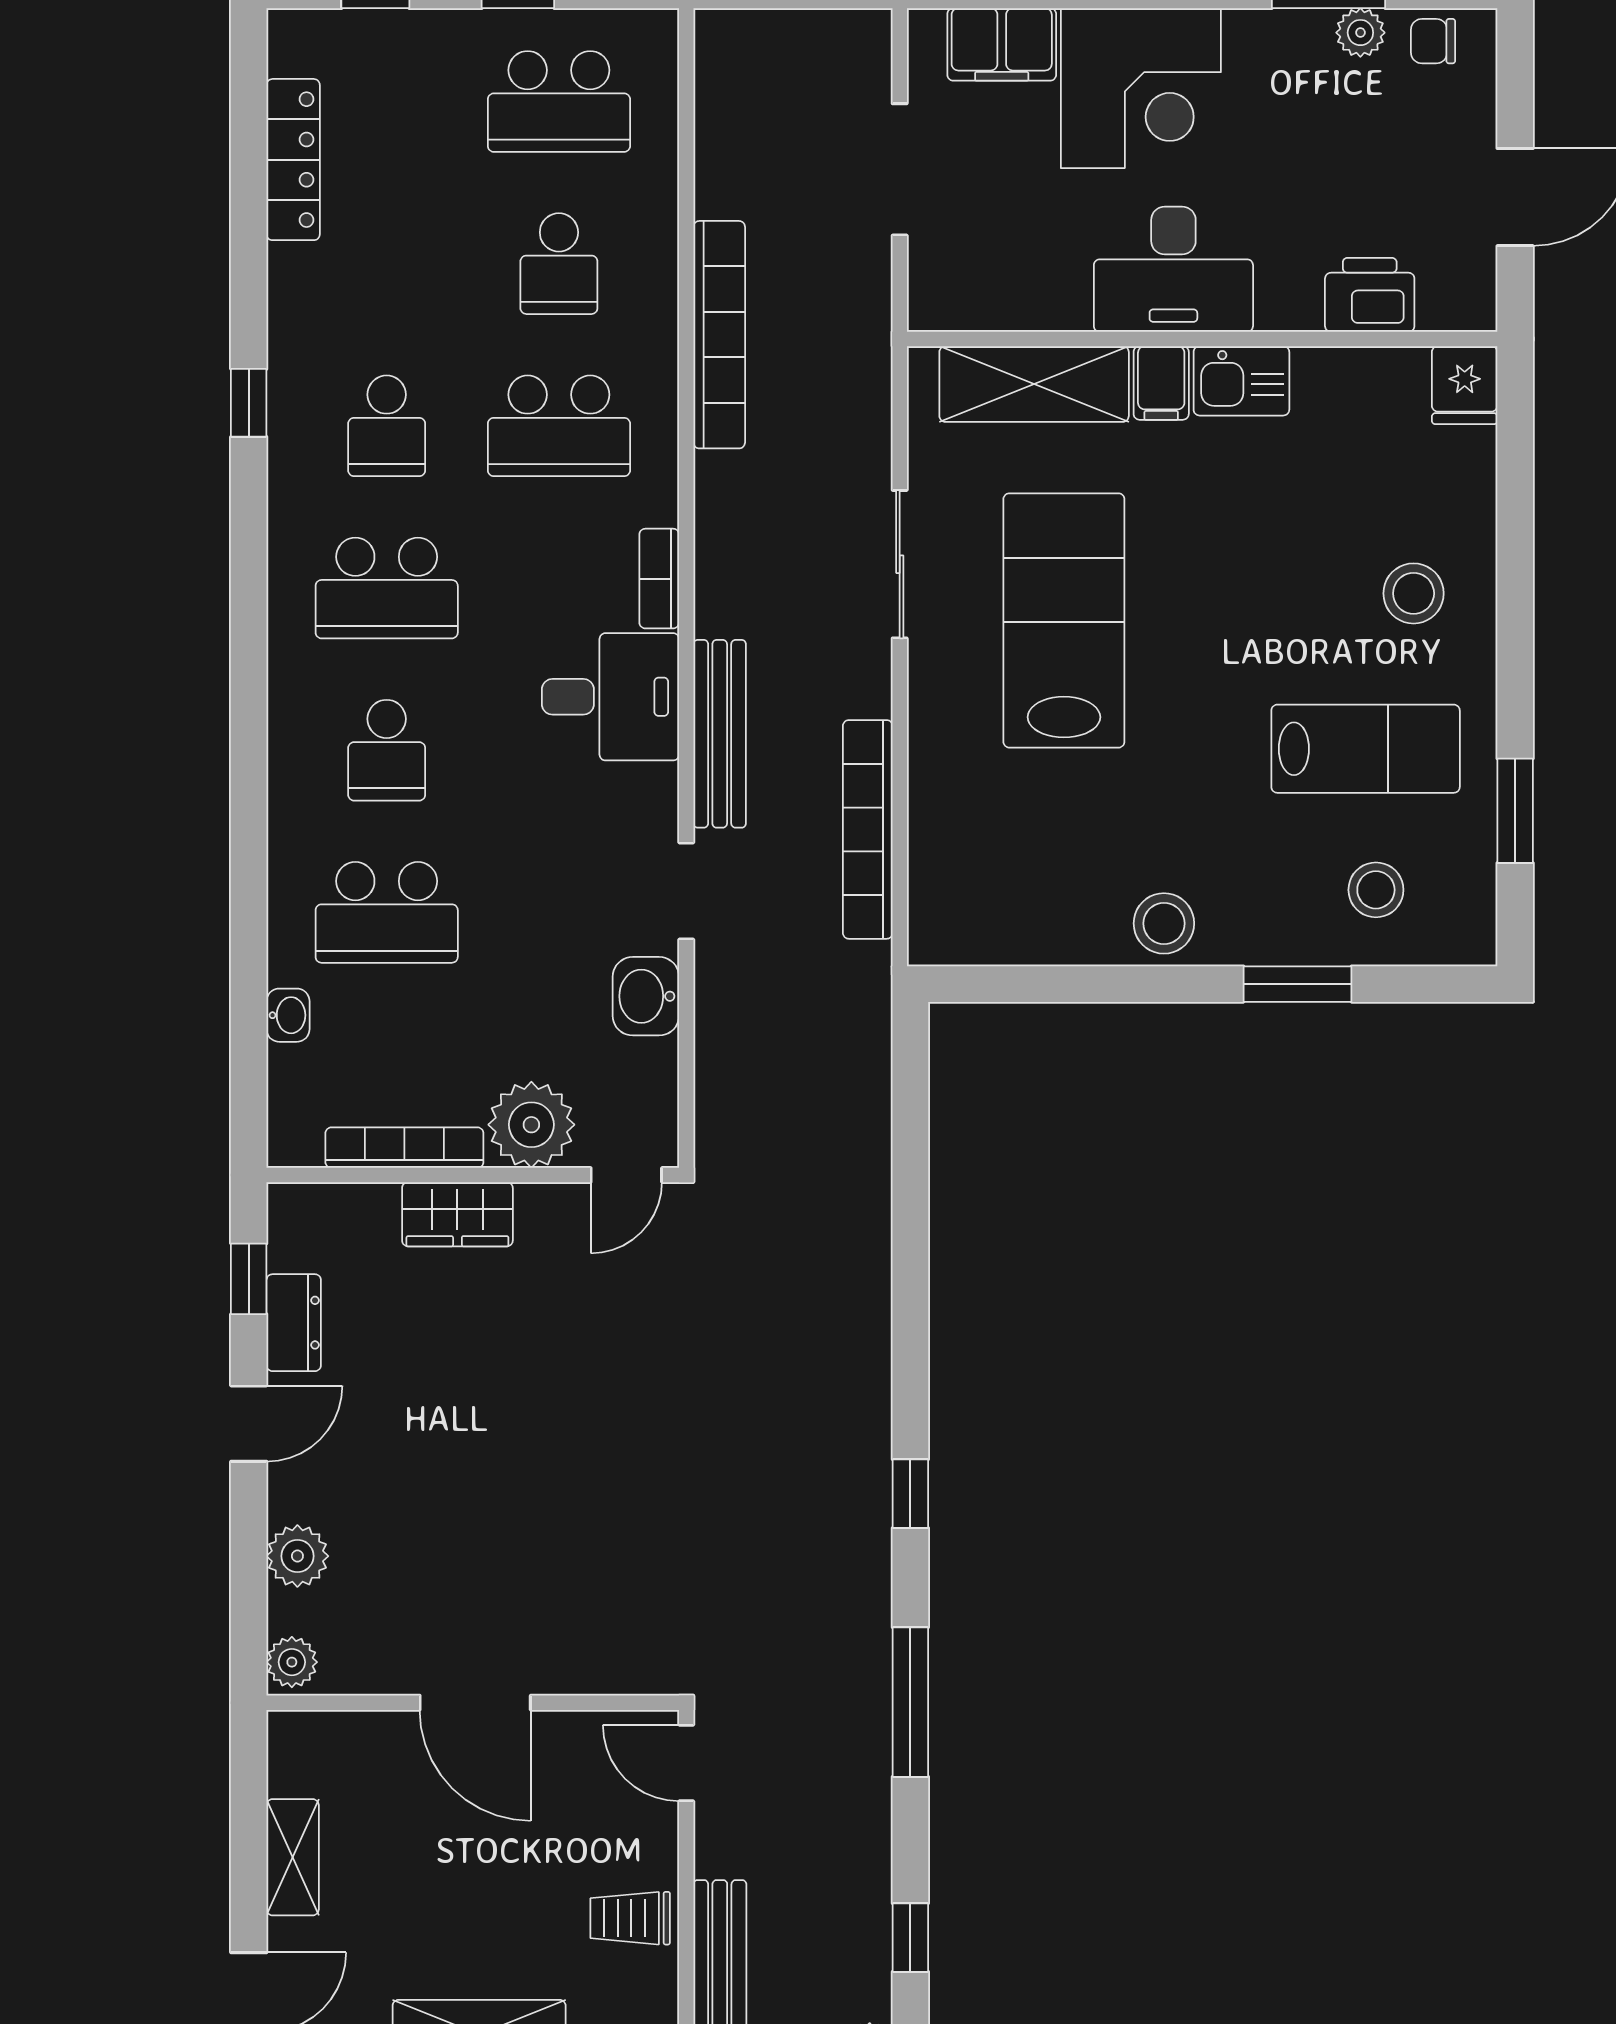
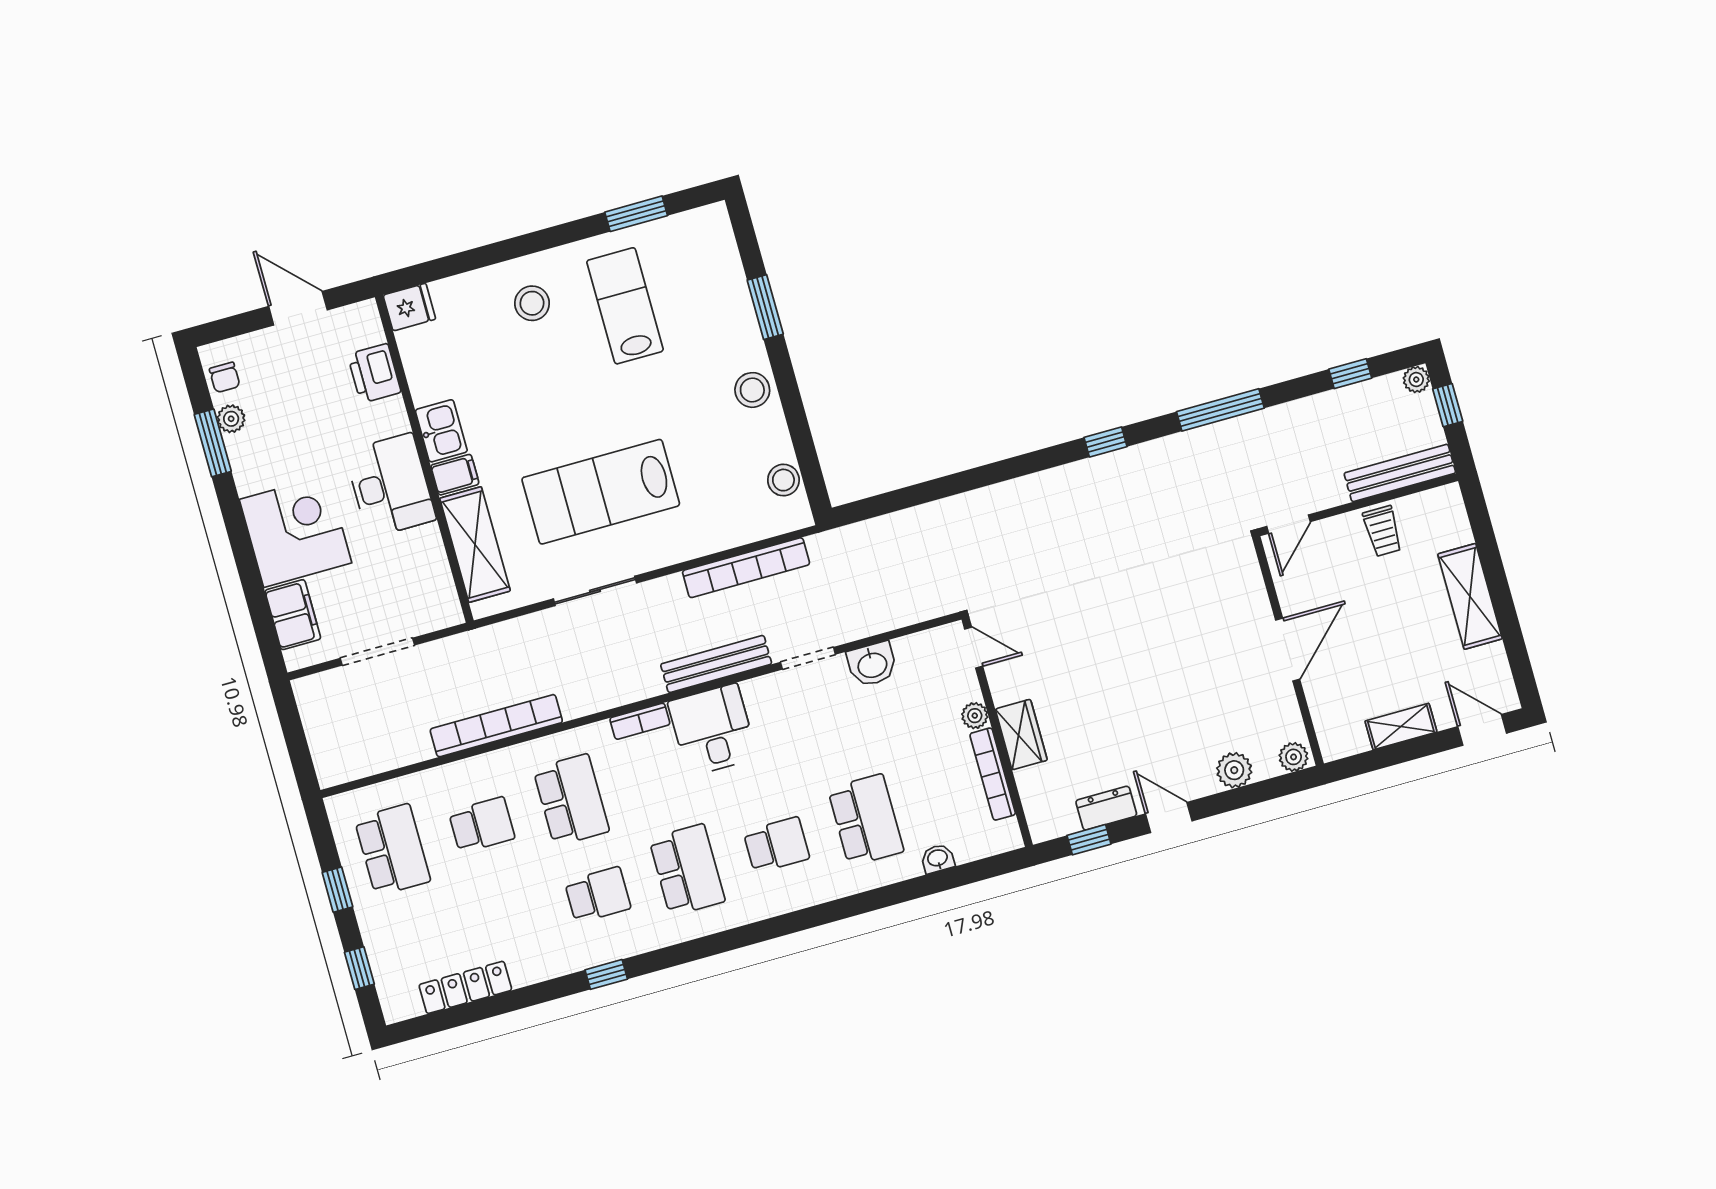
stool: (1376, 890) -> (783, 480), moved
plant: (531, 1125) -> (975, 716), width x0.53, depth x0.53

